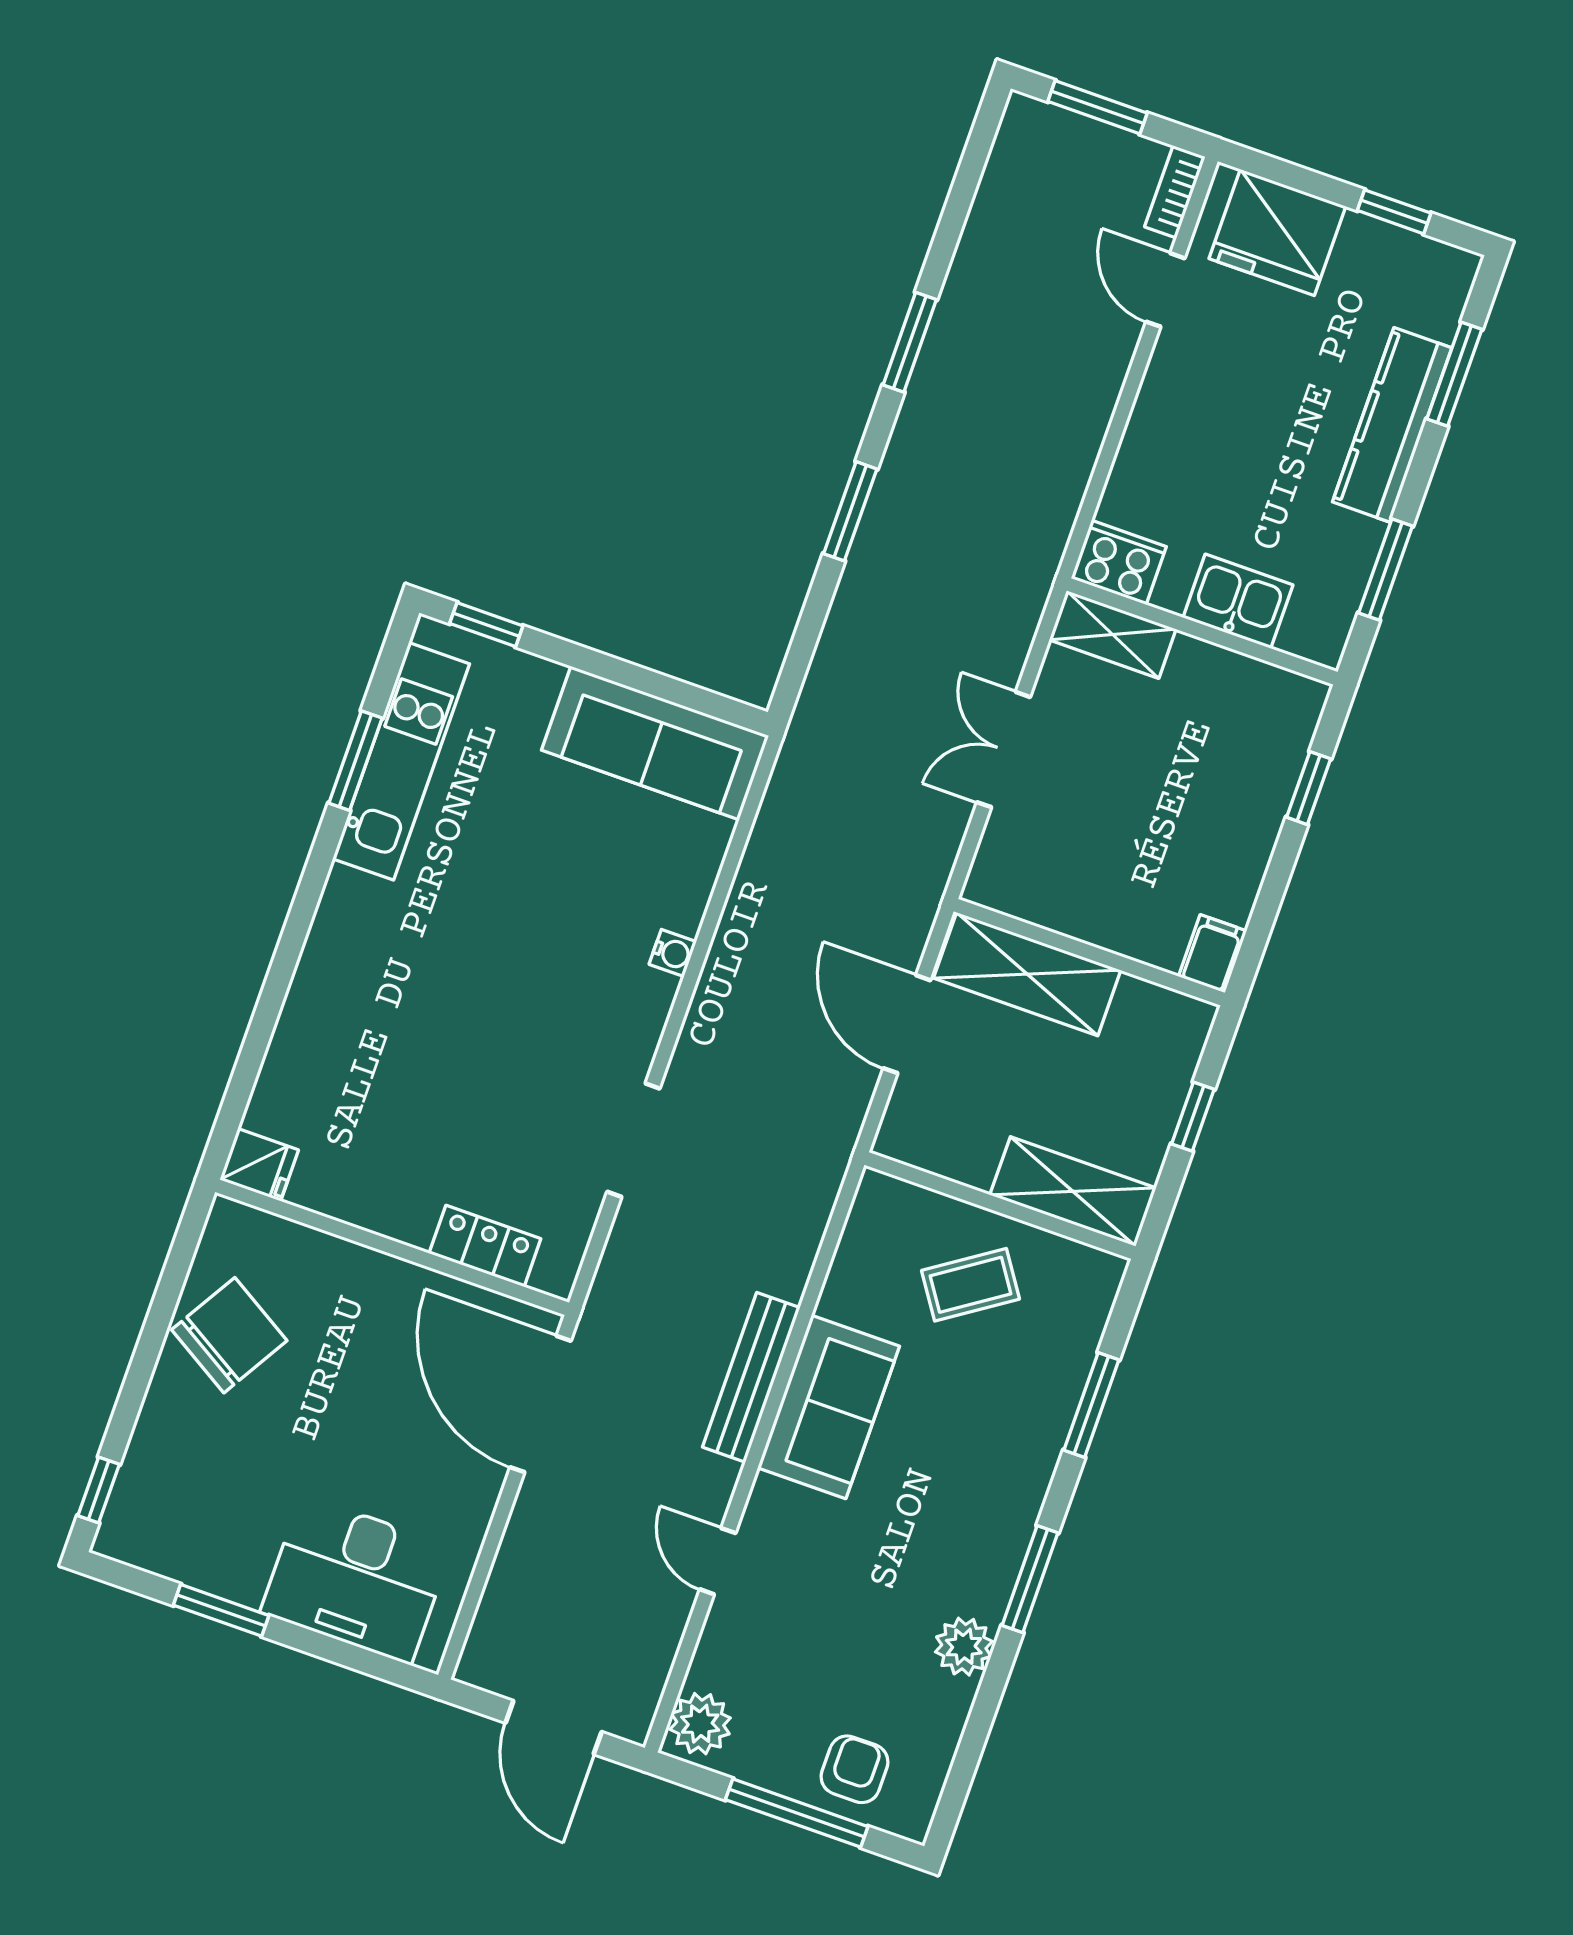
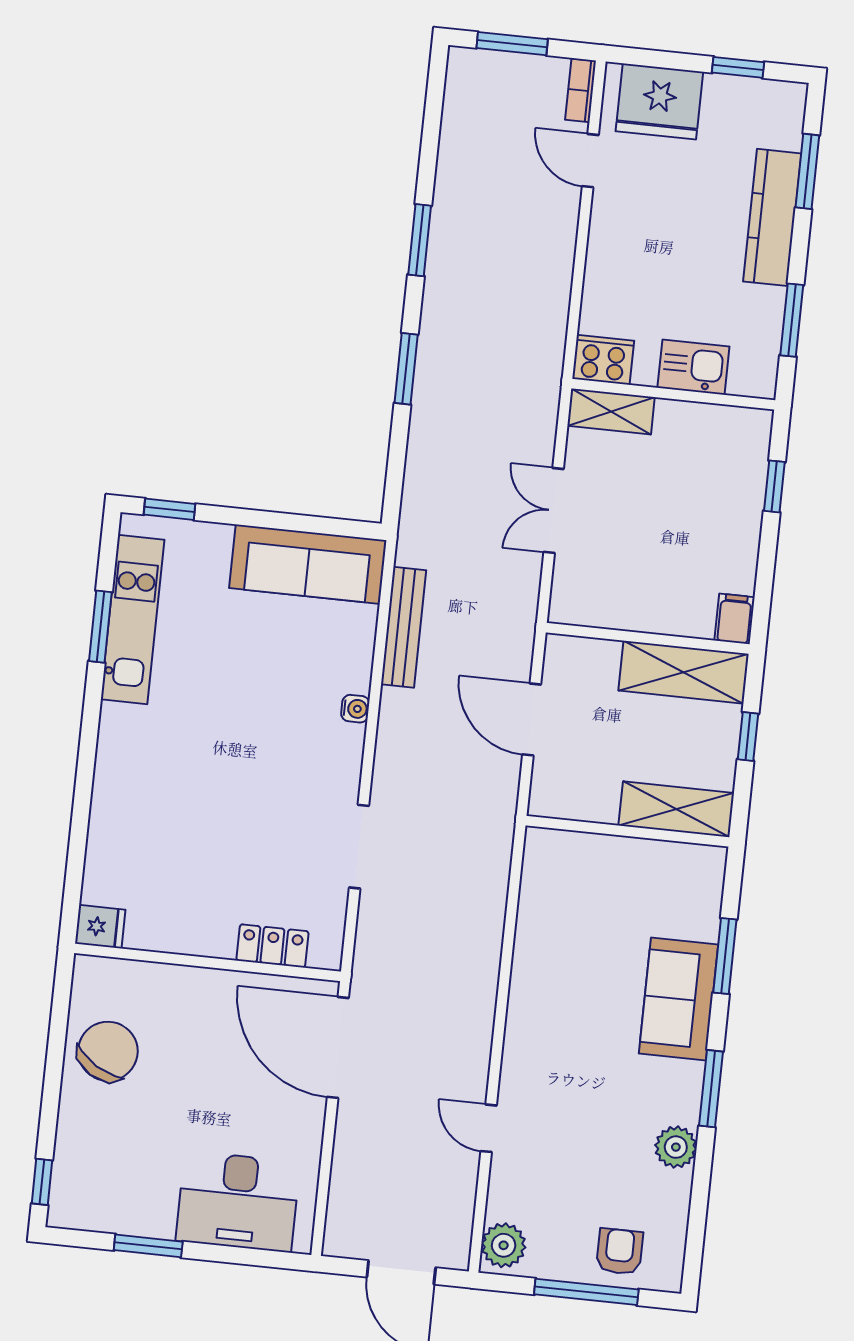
shelving: (1027, 974) -> (684, 672), moved
coffee table: (970, 1285) -> (620, 892), removed
bench: (751, 1377) -> (404, 627), moved
sofa: (829, 1407) -> (678, 999), moved, turned 180

